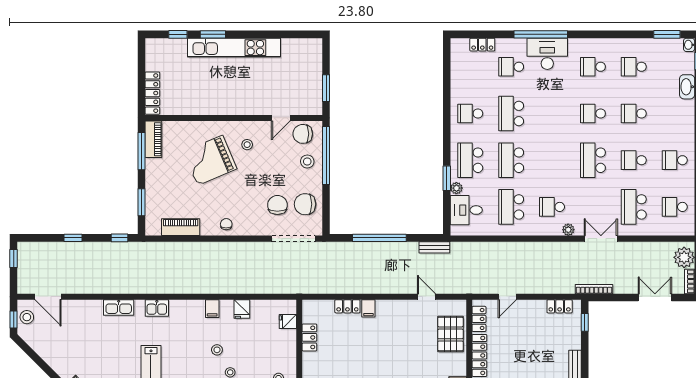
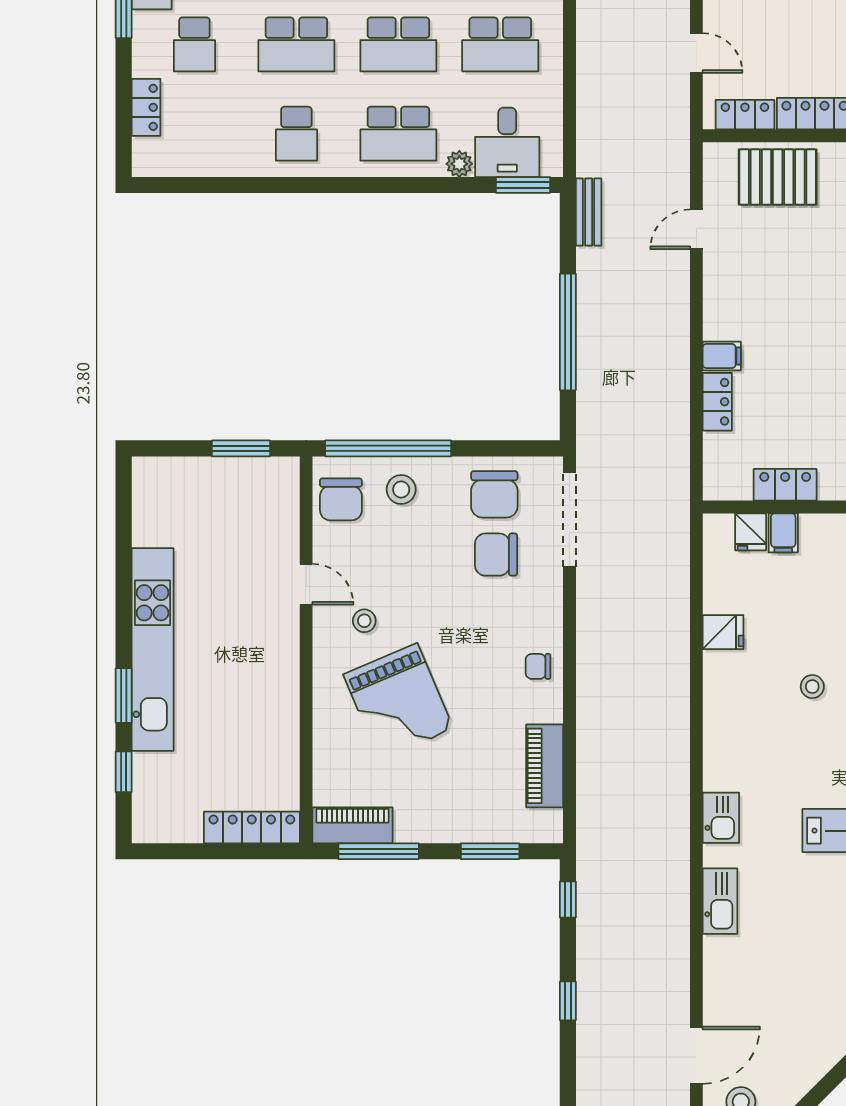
door: (281, 118) -> (306, 584), moved
window: (447, 178) -> (523, 185), moved
filing cabinet: (212, 309) -> (783, 533), moved, turned 90

